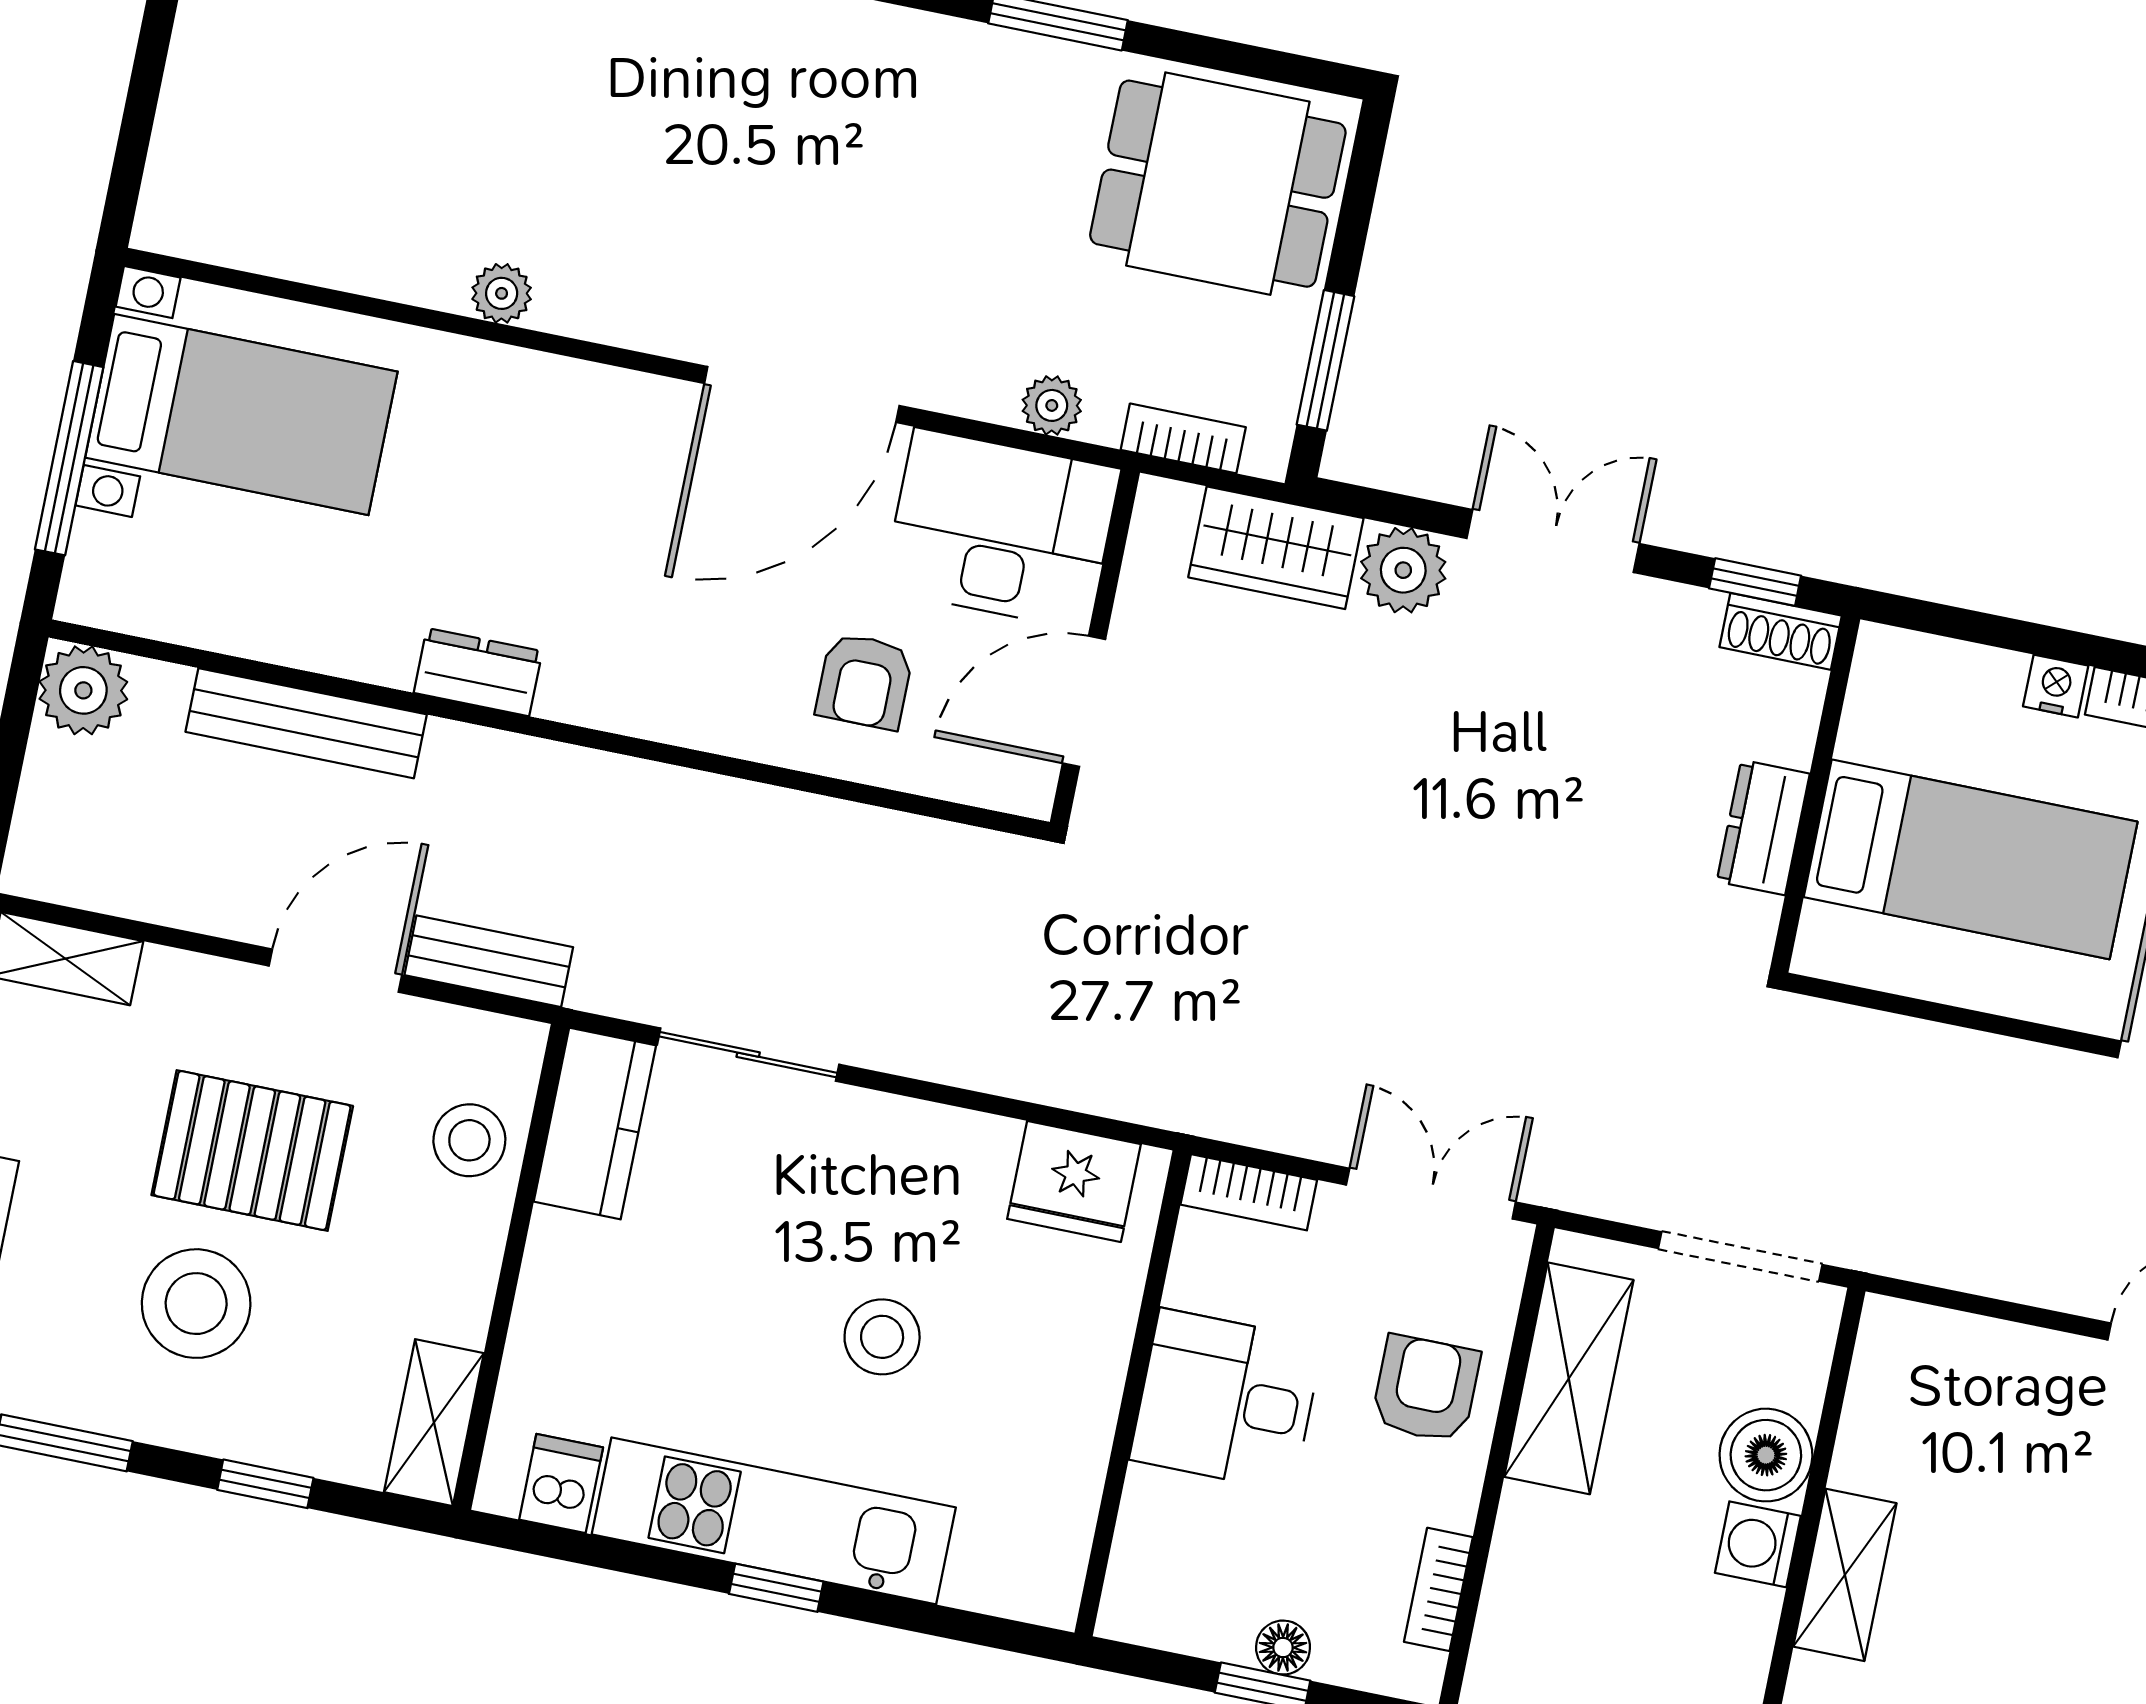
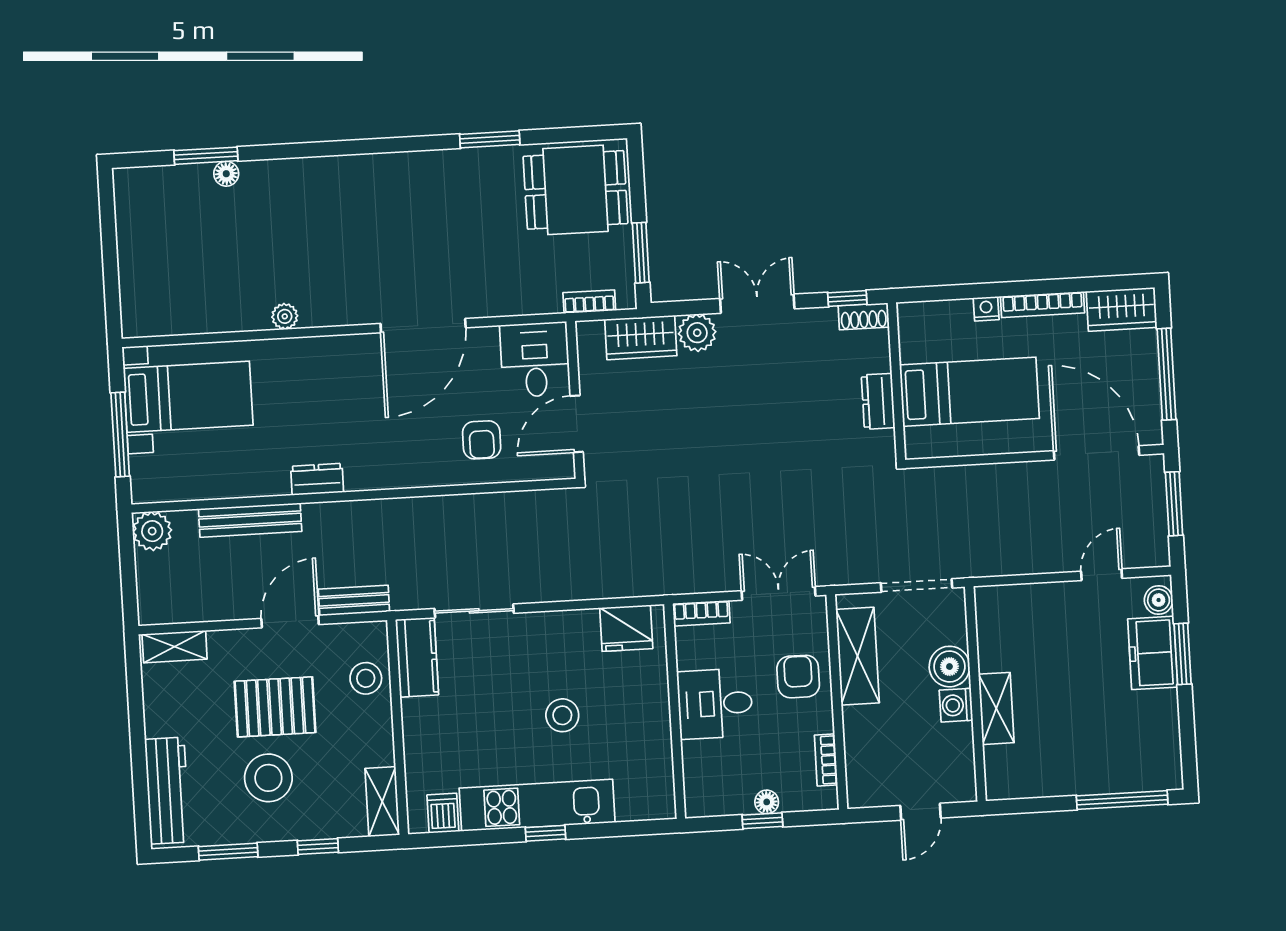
plant: (1052, 405) -> (530, 302), removed
desk: (1001, 529) -> (535, 360), width x0.73

